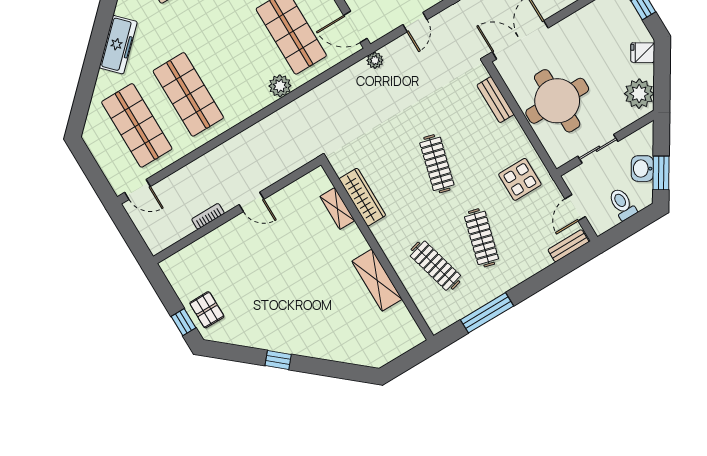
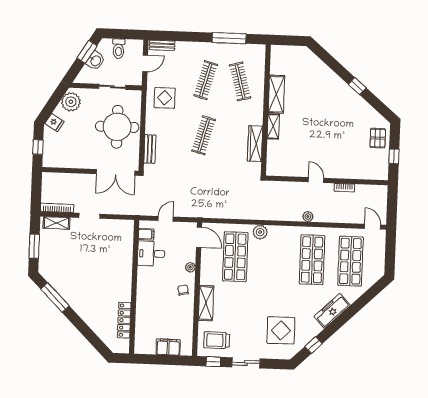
plant: (375, 60) -> (308, 216), moved
shelving: (337, 209) -> (273, 126), moved
window: (183, 322) -> (394, 156), moved

